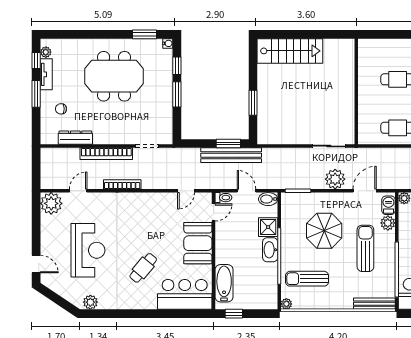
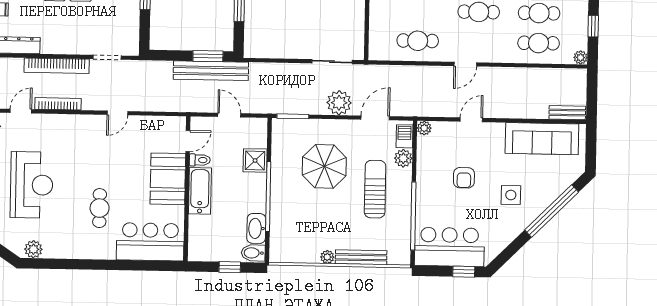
bookcase: (122, 184) -> (58, 104), moved
door: (186, 191) -> (117, 113), moved
toilet: (223, 198) -> (200, 160), moved
bidet: (268, 199) -> (253, 253), moved
washbasin: (270, 250) -> (256, 228), moved
cafe table: (143, 268) -> (100, 208), turned -40
sun lounger: (307, 279) -> (302, 225), removed
bathtub: (224, 283) -> (200, 191), moved
plant: (286, 304) -> (327, 257), moved
bench: (374, 304) -> (361, 257), moved
window: (234, 314) -> (230, 267), moved

